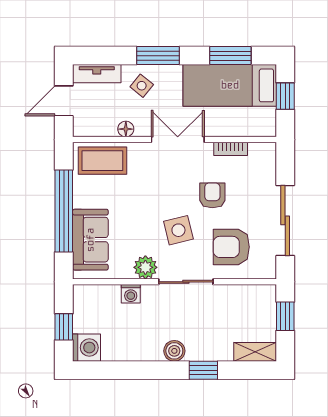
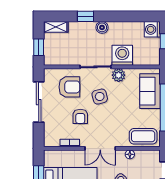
washing machine: (131, 294) -> (122, 55), width x1.89, depth x1.89

